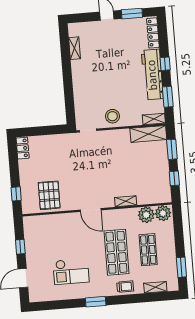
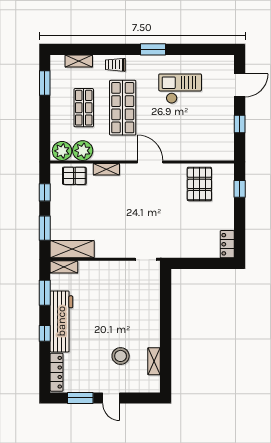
stool: (112, 116) -> (121, 356), moved
pallet: (151, 194) -> (74, 176), added

